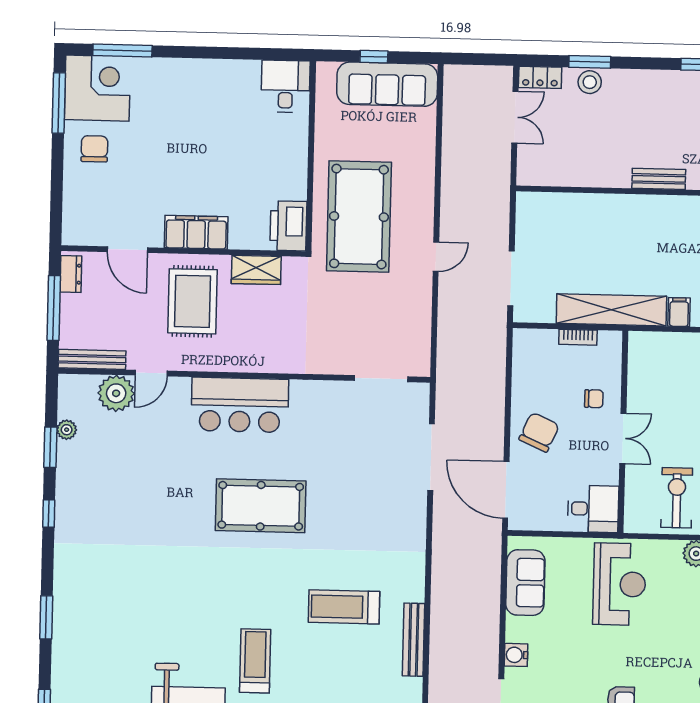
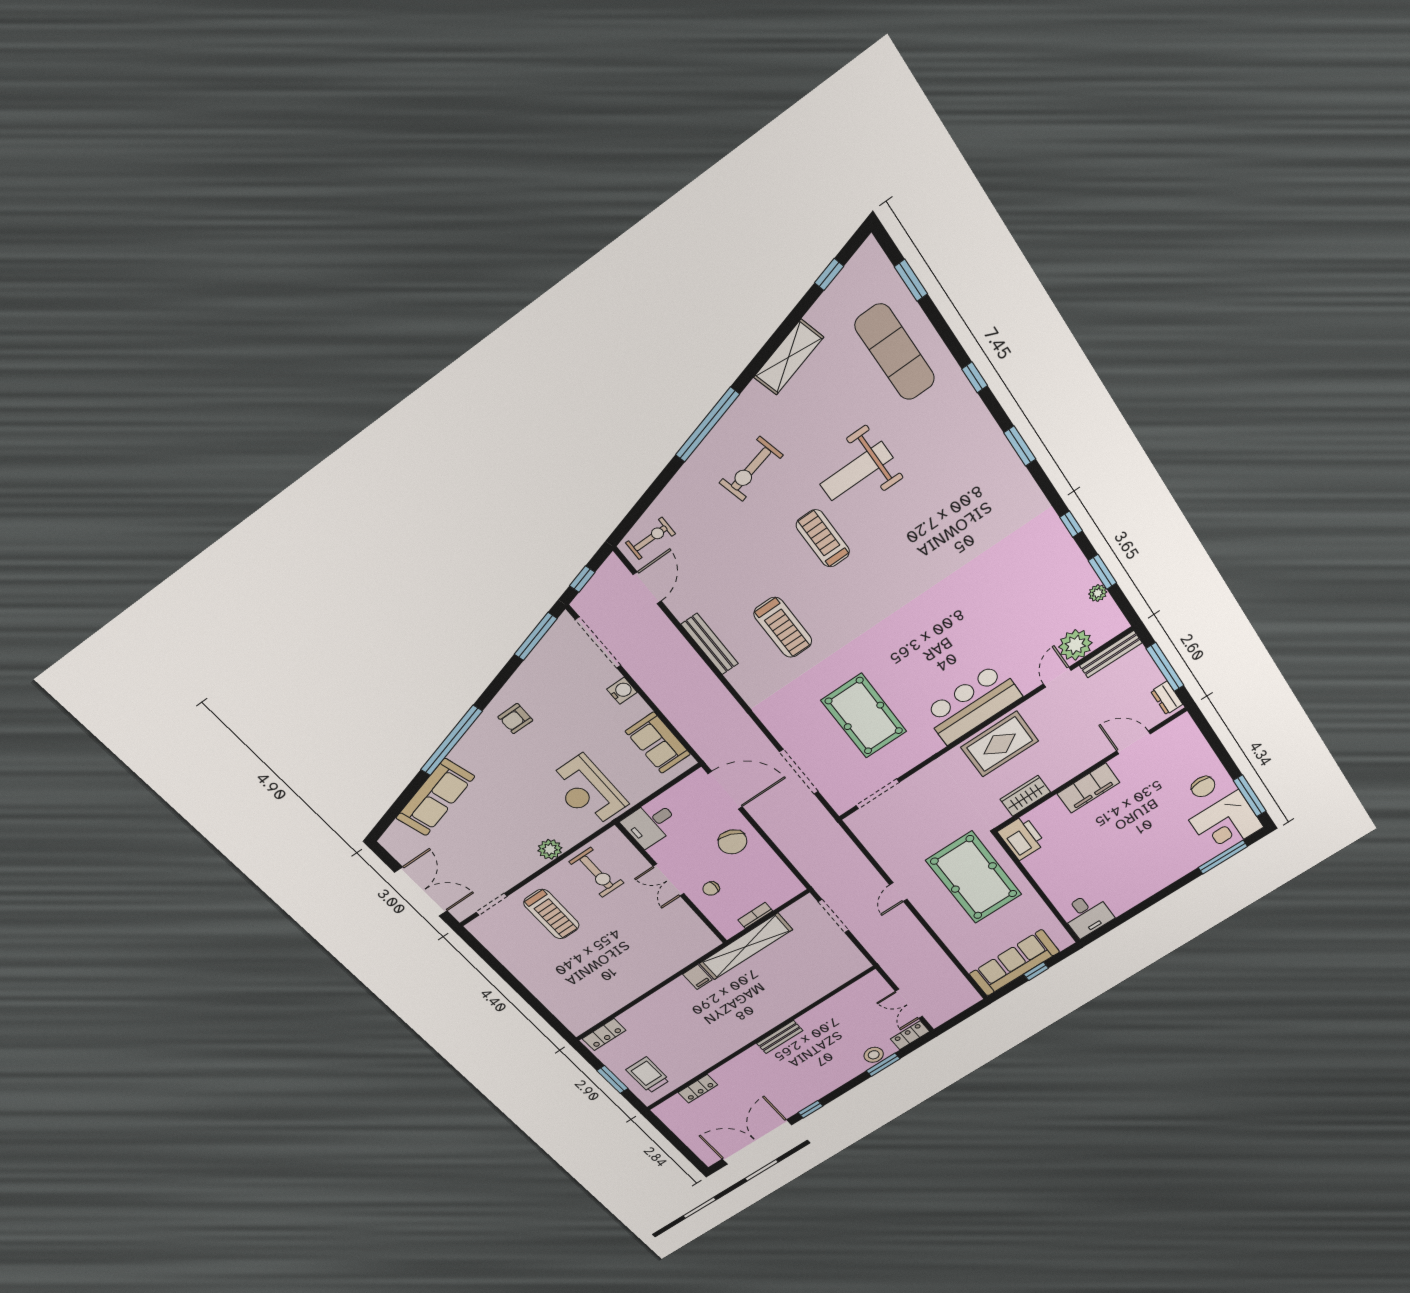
rug: (192, 301) -> (1000, 744), moved, turned 90
pool table: (261, 506) -> (864, 716), moved, turned 90
treadmill: (344, 607) -> (783, 627), turned 90
treadmill: (255, 661) -> (823, 538), turned 180

